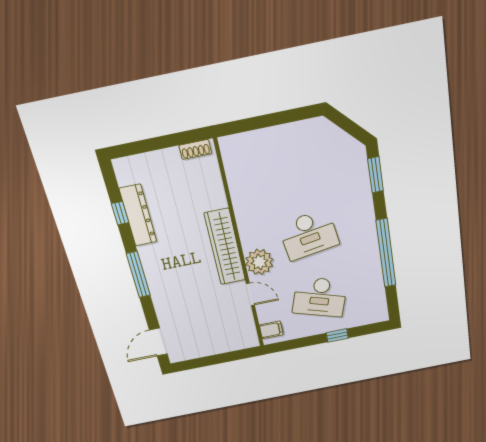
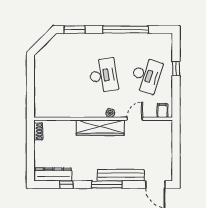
dresser: (138, 215) -> (53, 174), moved
plant: (259, 262) -> (110, 113), width x0.53, depth x0.53
bench: (159, 292) -> (121, 175), added

